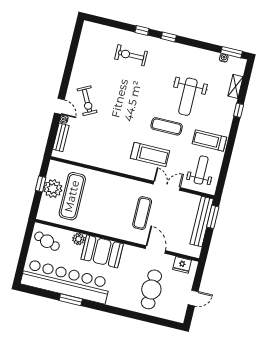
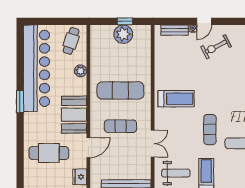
treadmill: (150, 154) -> (176, 99), moved, turned -90
exercise mat: (72, 196) -> (120, 91), moved
booth: (102, 251) -> (74, 115), moved
window: (71, 300) -> (20, 102), moved

